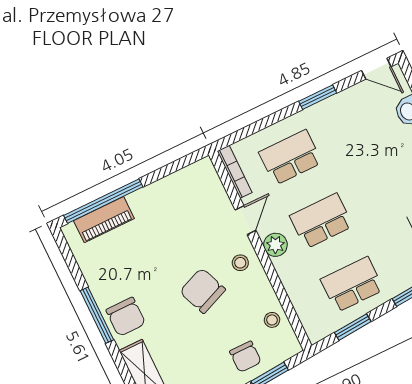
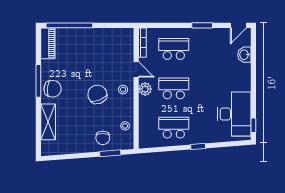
door: (376, 69) -> (238, 25), hinge flipped
piano: (104, 220) -> (48, 43), moved, turned -90
door: (246, 220) -> (136, 69), hinge flipped
chair: (126, 317) -> (53, 89), turned -85
window: (353, 327) -> (164, 149), removed

